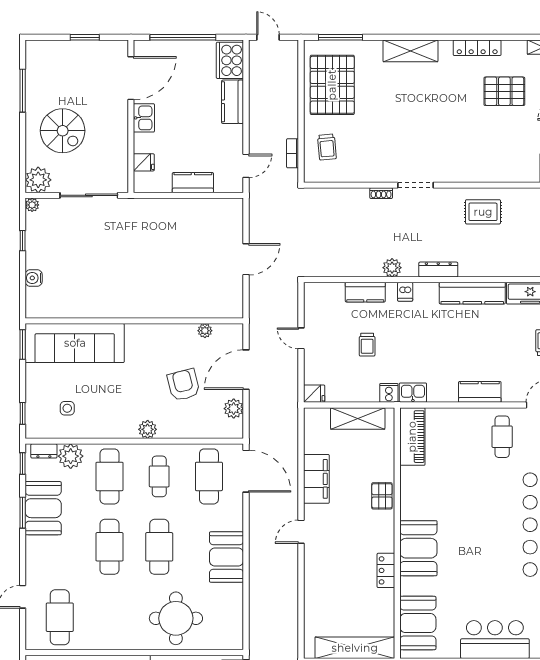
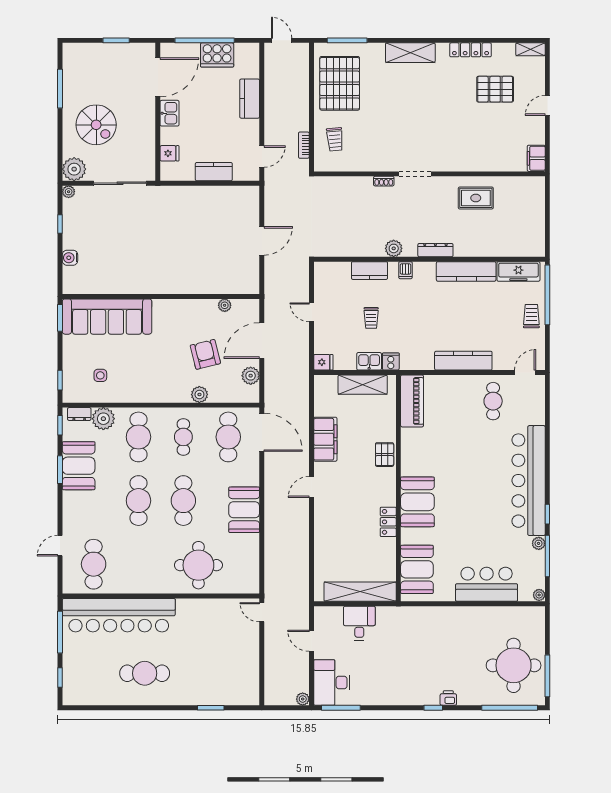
cooker: (230, 60) -> (217, 55), moved, turned -90
kitchen counter: (480, 392) -> (463, 361), width x1.50
kitchen sink: (413, 393) -> (369, 361), moved
plant: (148, 429) -> (199, 395), moved

